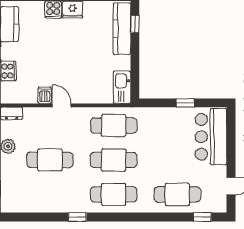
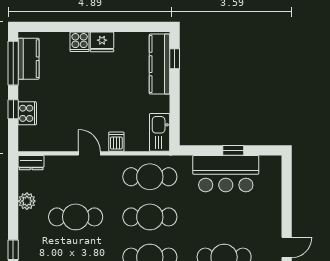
dishwasher: (45, 95) -> (116, 142), moved
bar counter: (211, 137) -> (226, 174), moved, turned -90

